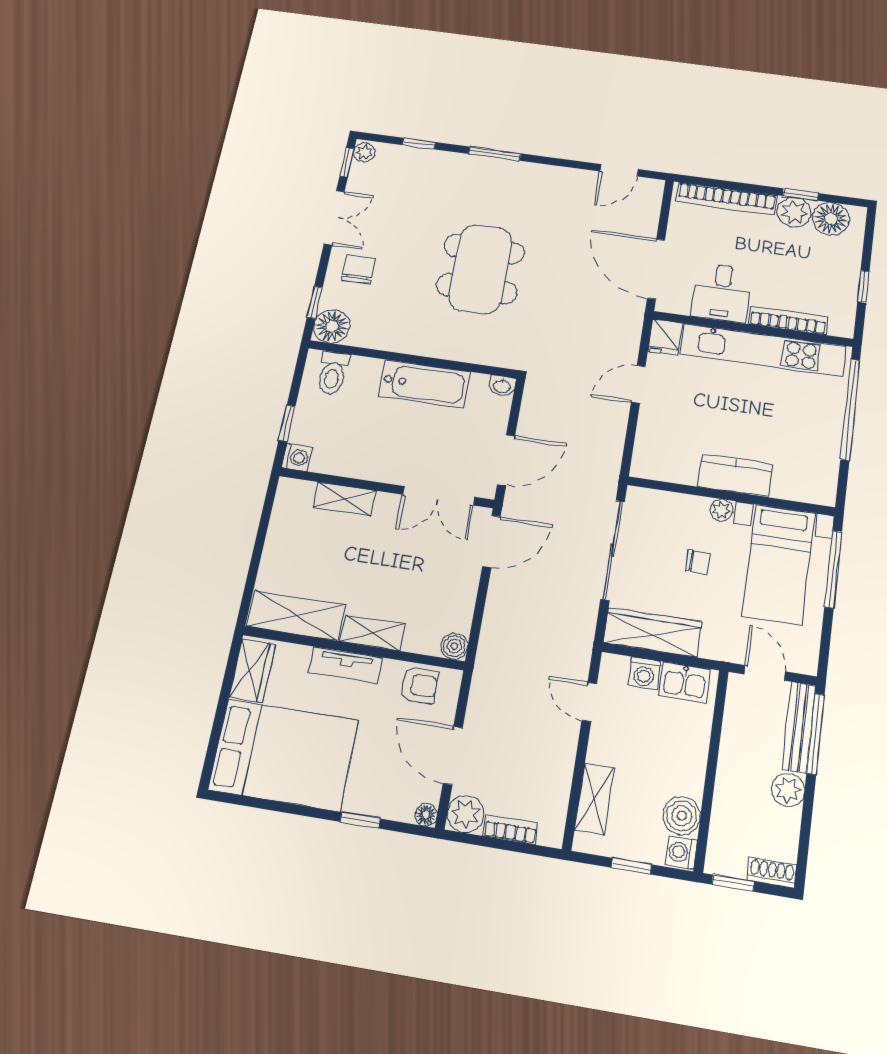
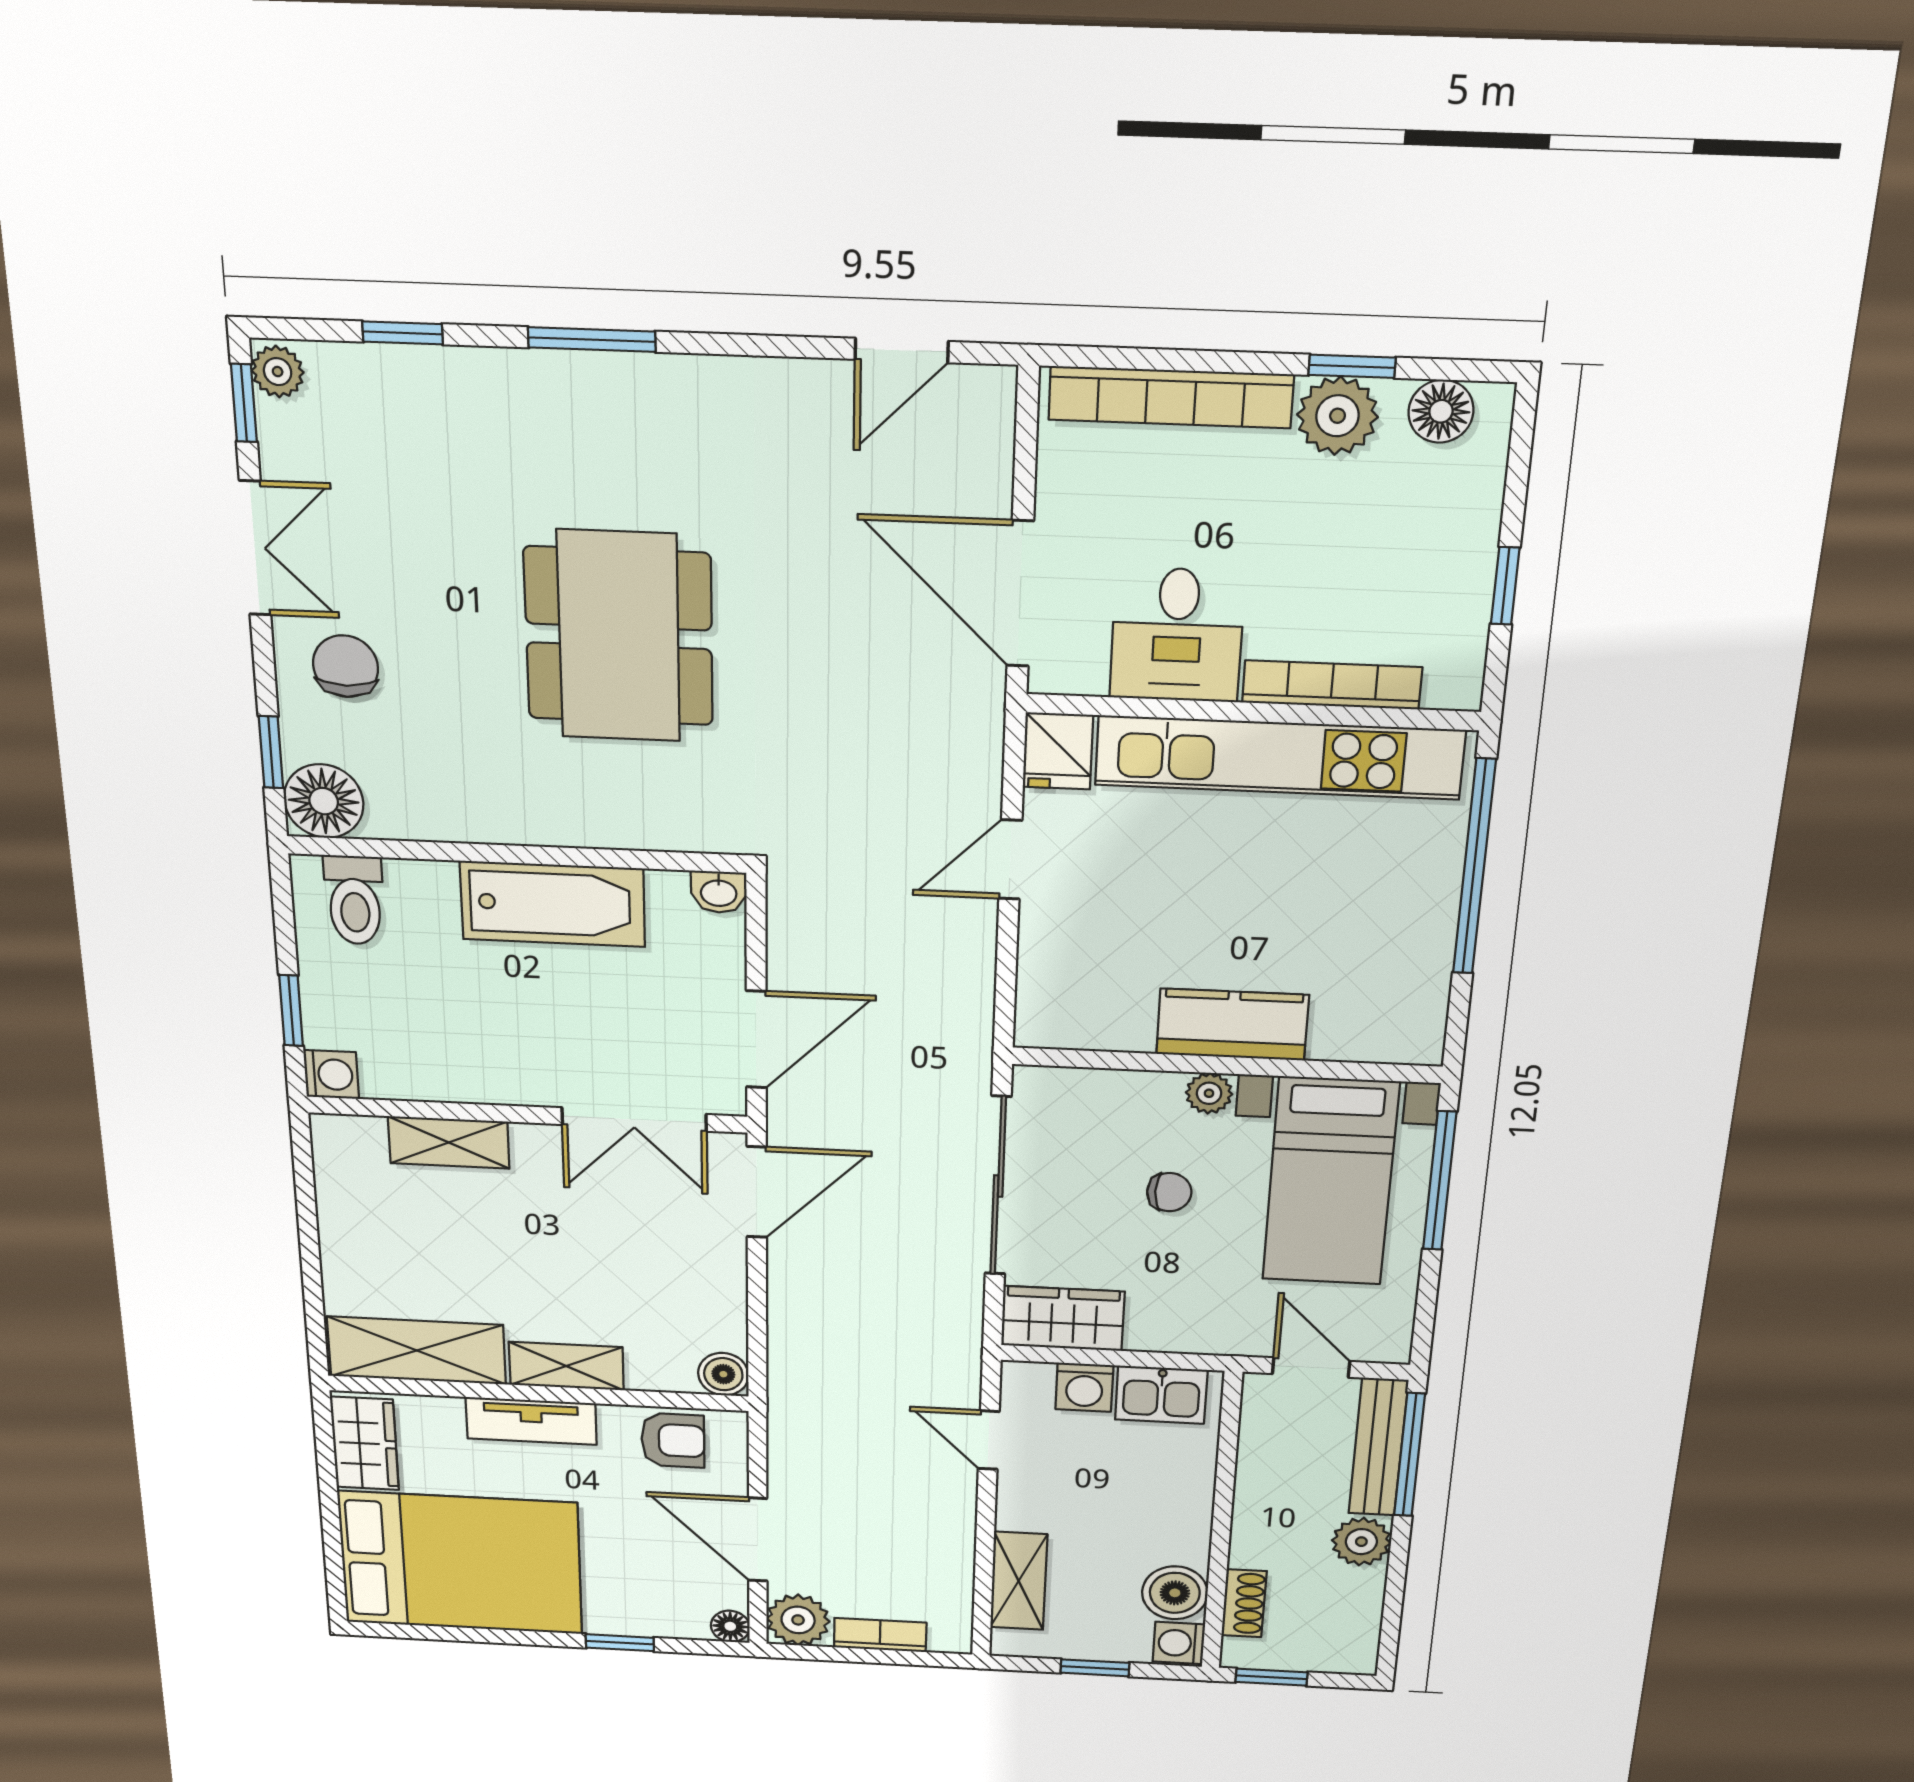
floor lamp: (831, 219) -> (1441, 411), width x0.73, depth x0.73
wardrobe: (653, 632) -> (1063, 1318), width x0.67
shoe rack: (772, 873) -> (1244, 1603), moved, turned 90

